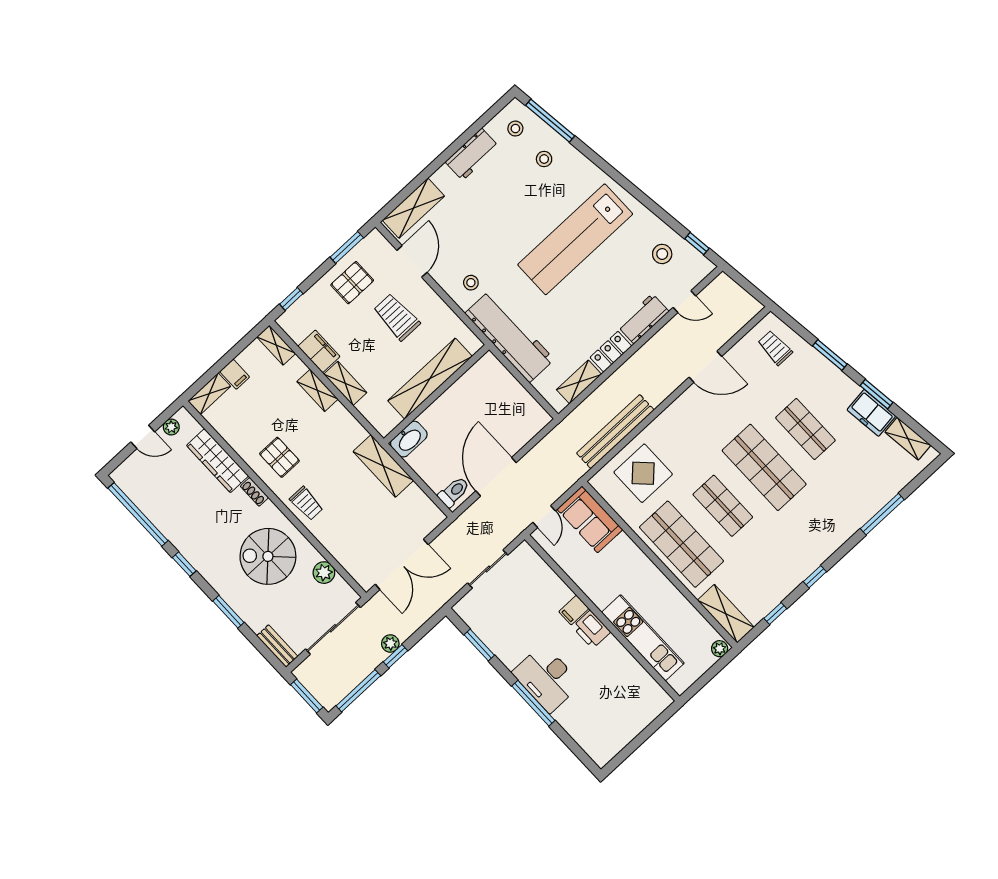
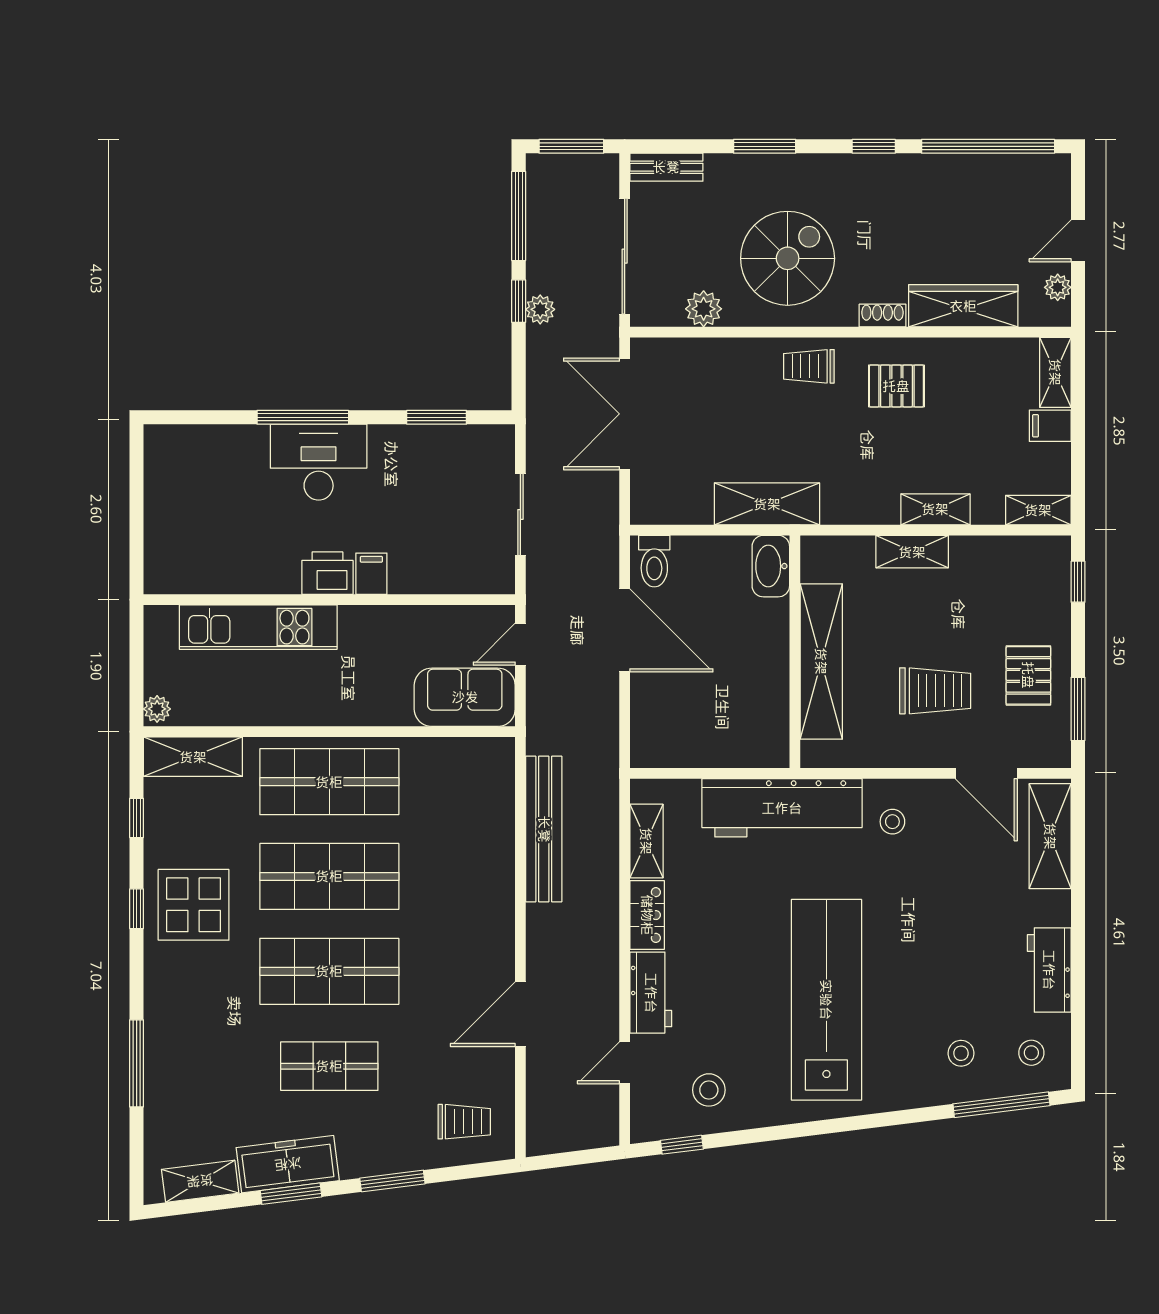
filing cabinet: (319, 351) -> (982, 556), removed
freezer: (871, 413) -> (288, 1164), width x1.40
display table: (643, 473) -> (194, 905), moved
shop shelf: (723, 506) -> (329, 876), width x1.43, depth x1.36
door: (544, 517) -> (520, 644), hinge flipped

